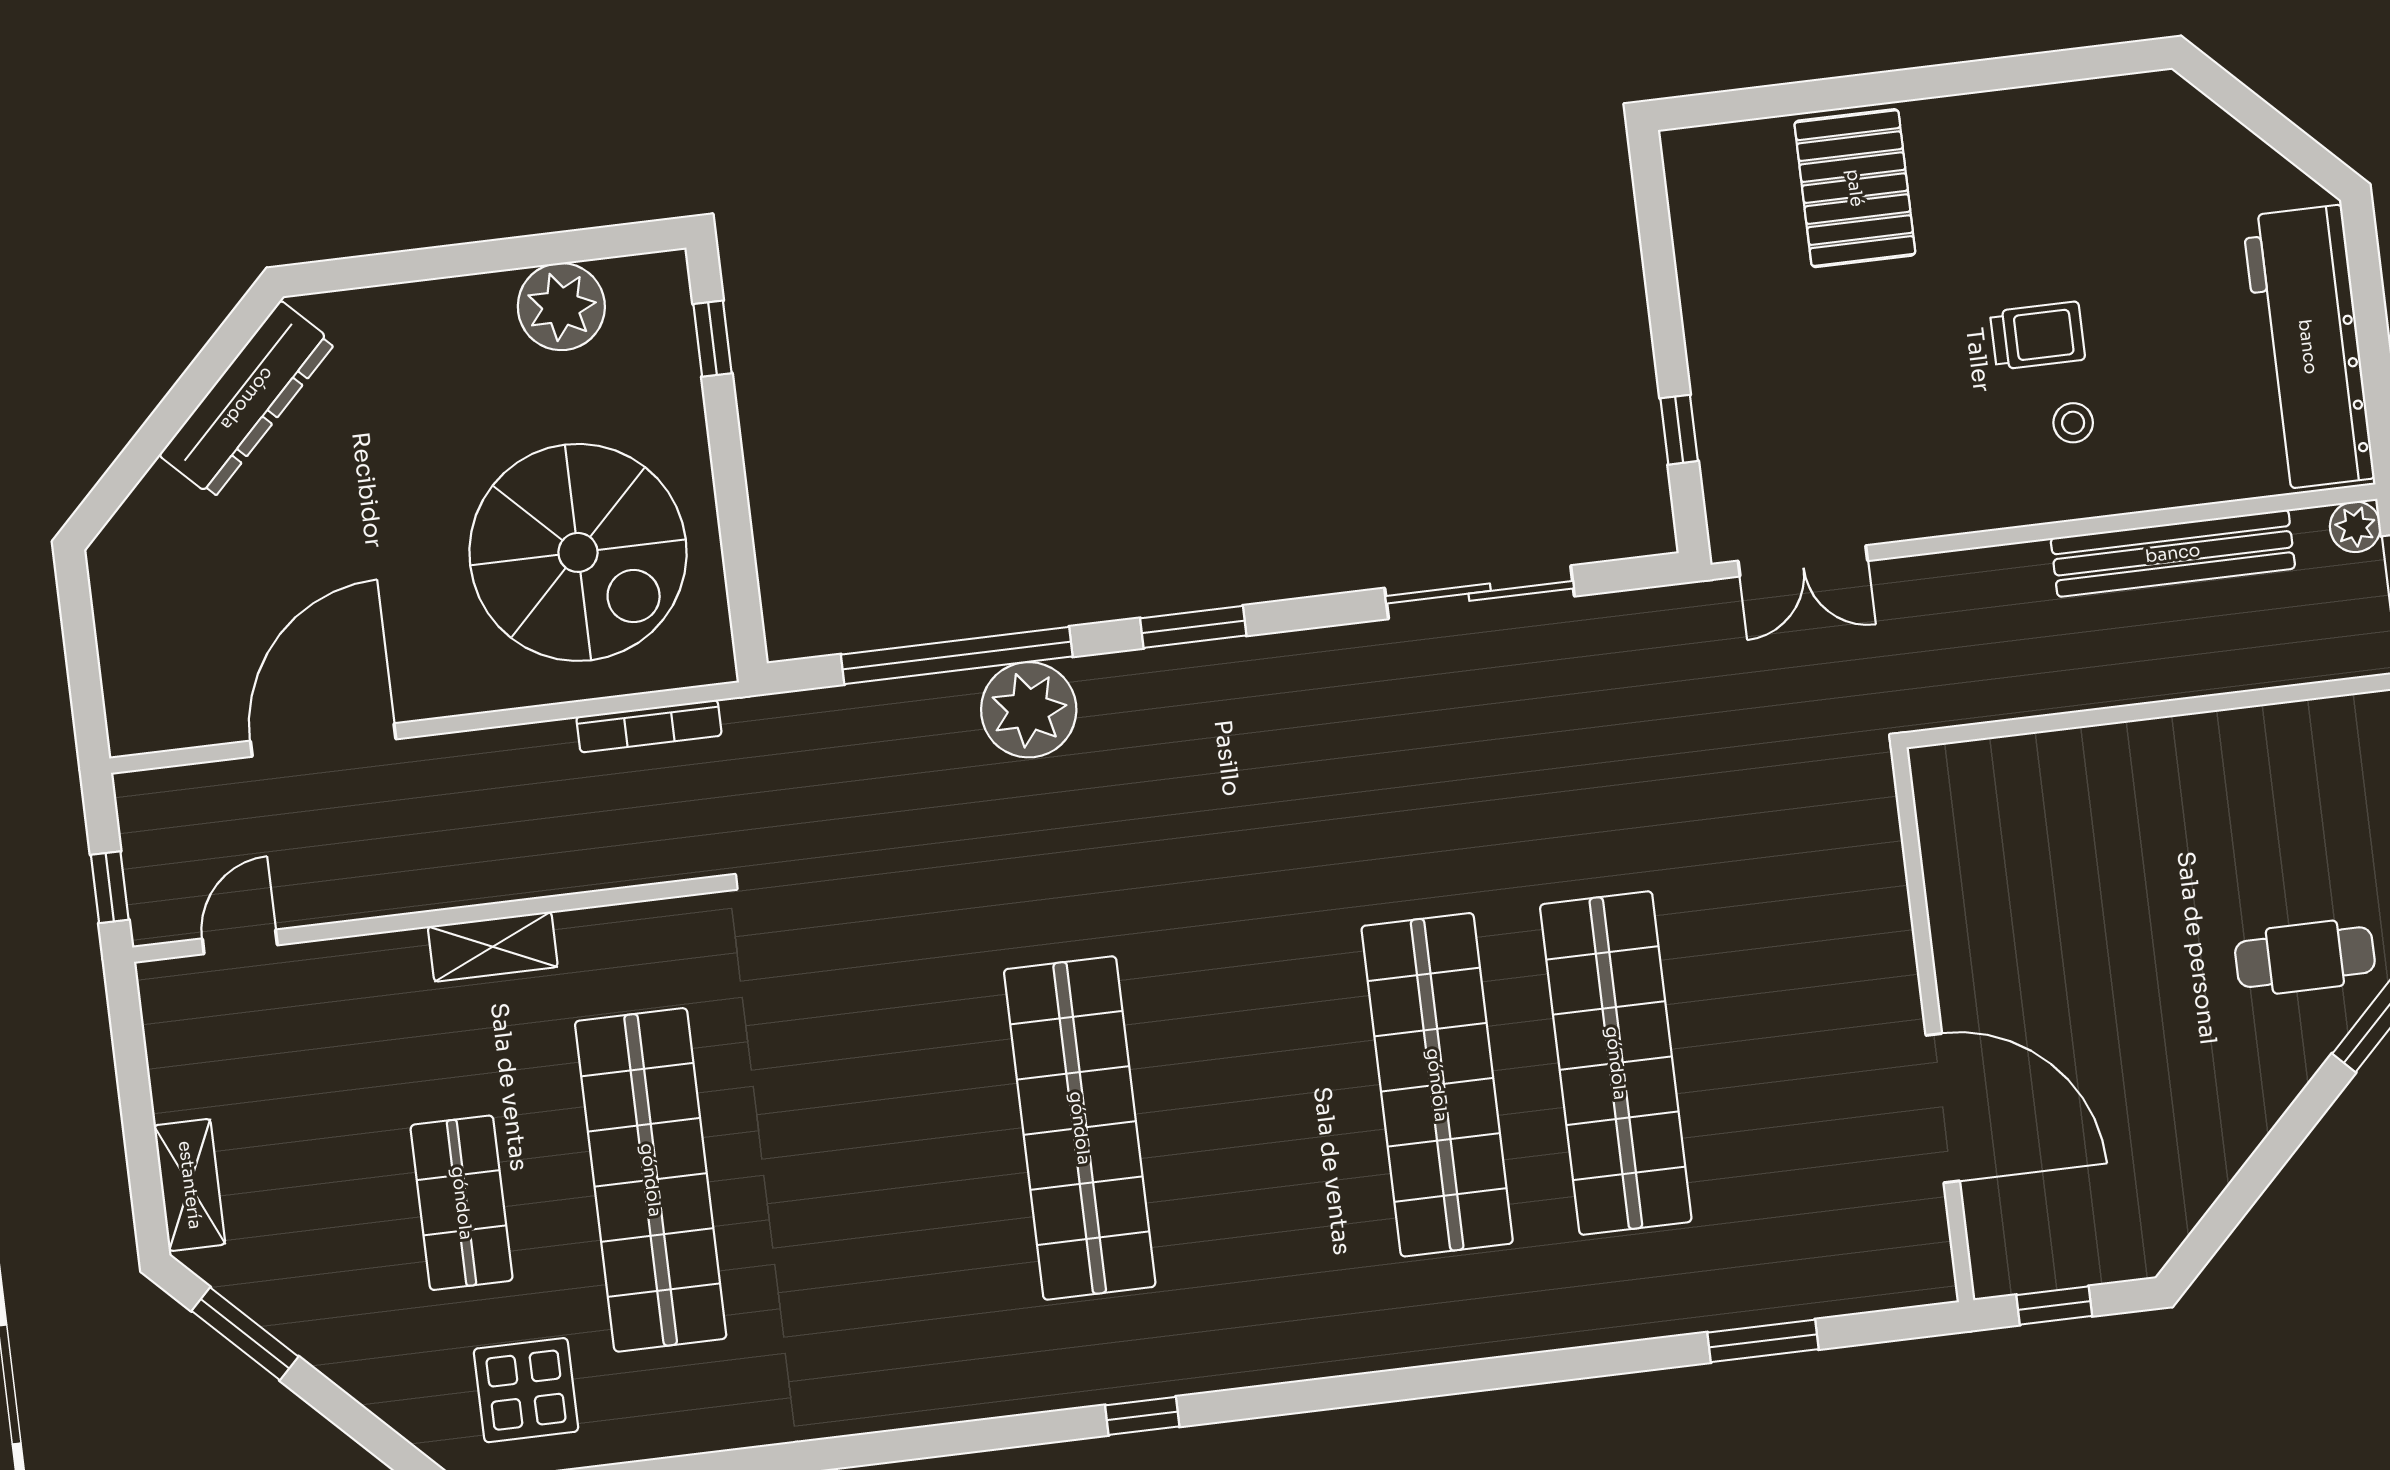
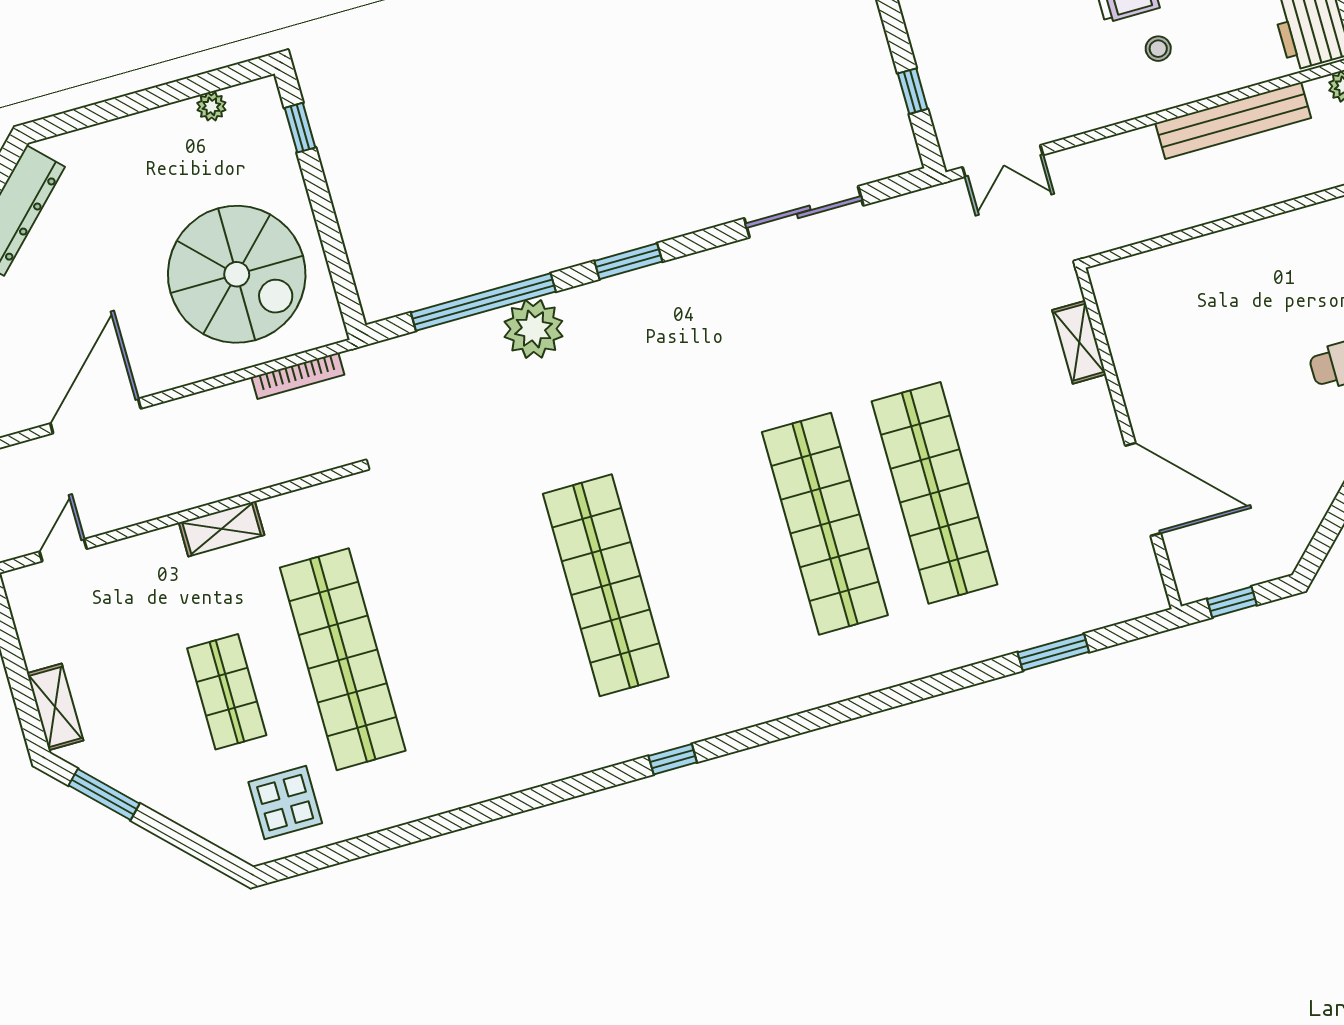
plant: (561, 307) -> (211, 106), width x0.53, depth x0.53
shelving: (1878, 862) -> (1079, 342), added

